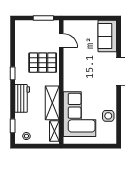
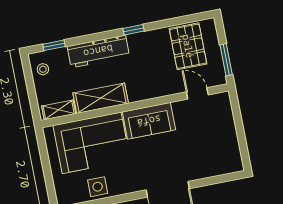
sofa: (107, 36) -> (149, 121), moved, turned 180
door: (61, 41) -> (197, 93), swing flipped
pallet: (43, 63) -> (188, 46), moved
workbench: (22, 98) -> (98, 51), width x1.38

